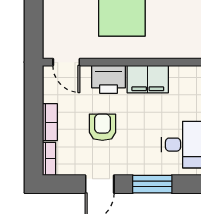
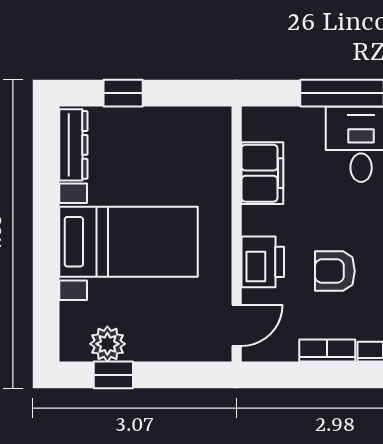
filing cabinet: (148, 79) -> (262, 173), moved

